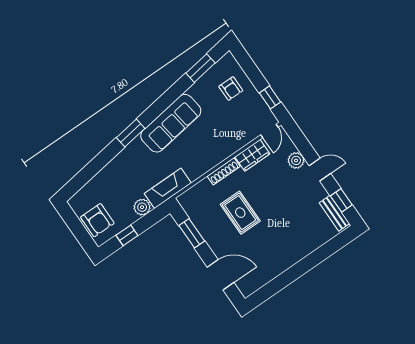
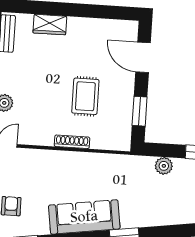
wardrobe: (252, 155) -> (50, 25), moved, turned 180
fireplace: (168, 188) -> (130, 165), removed

